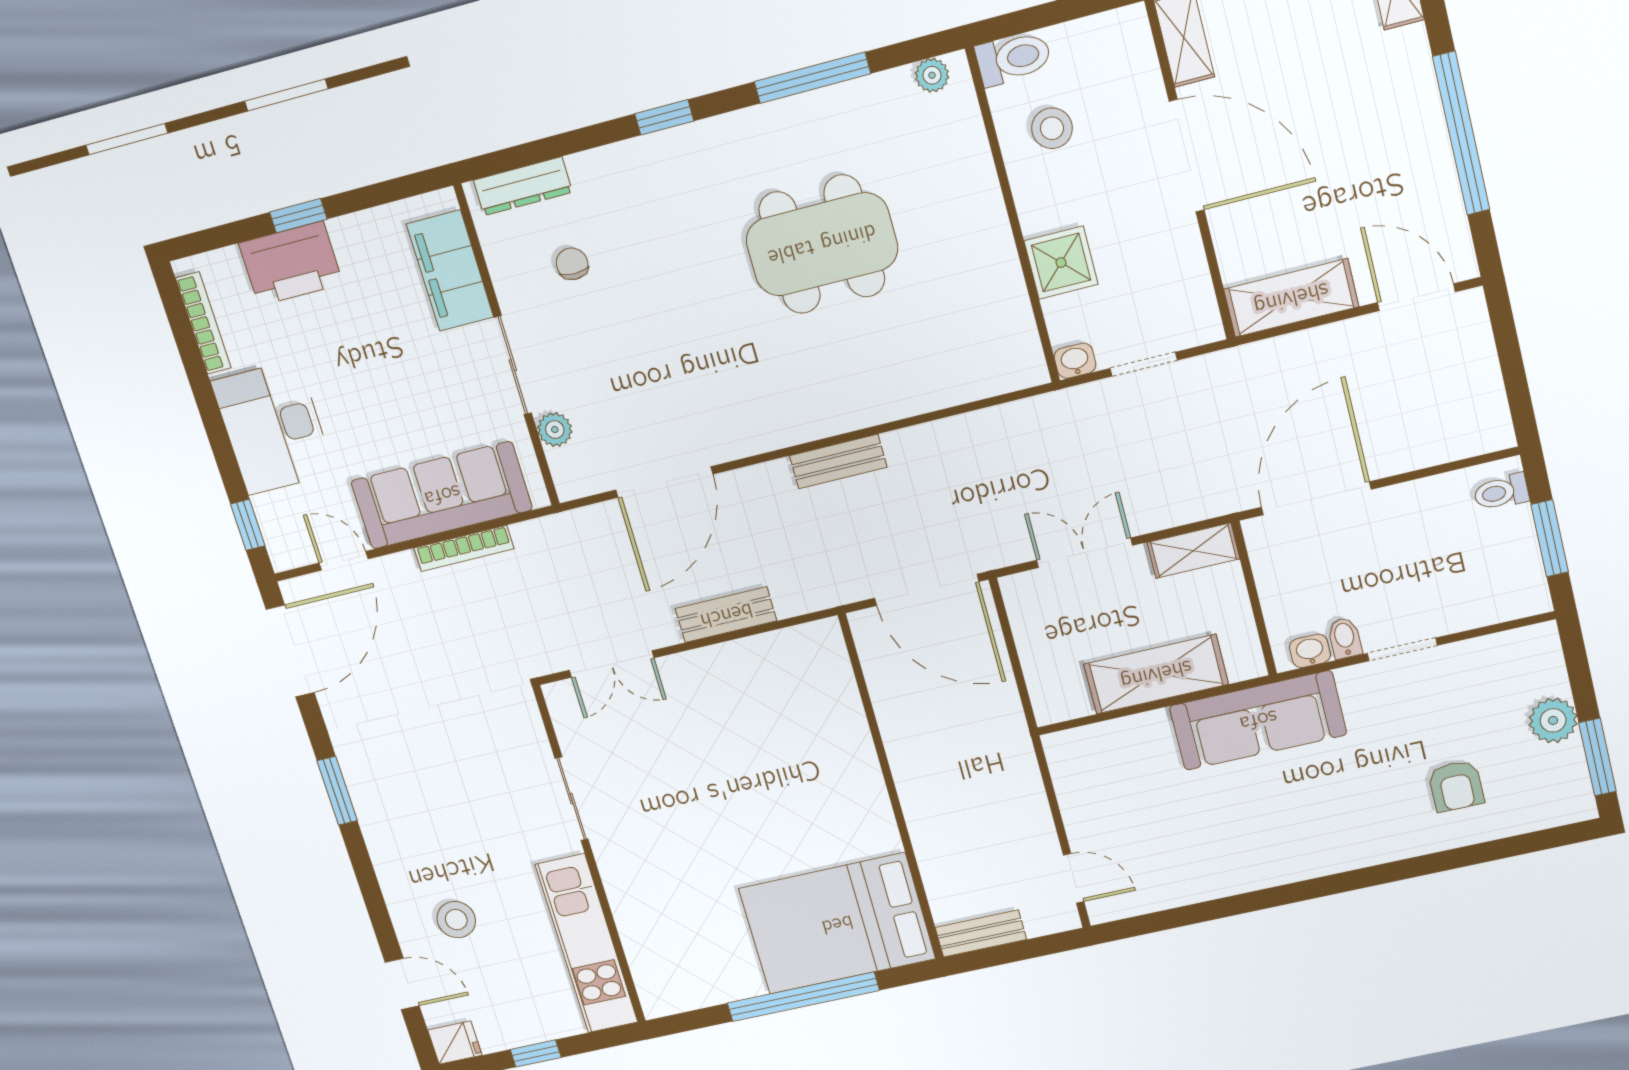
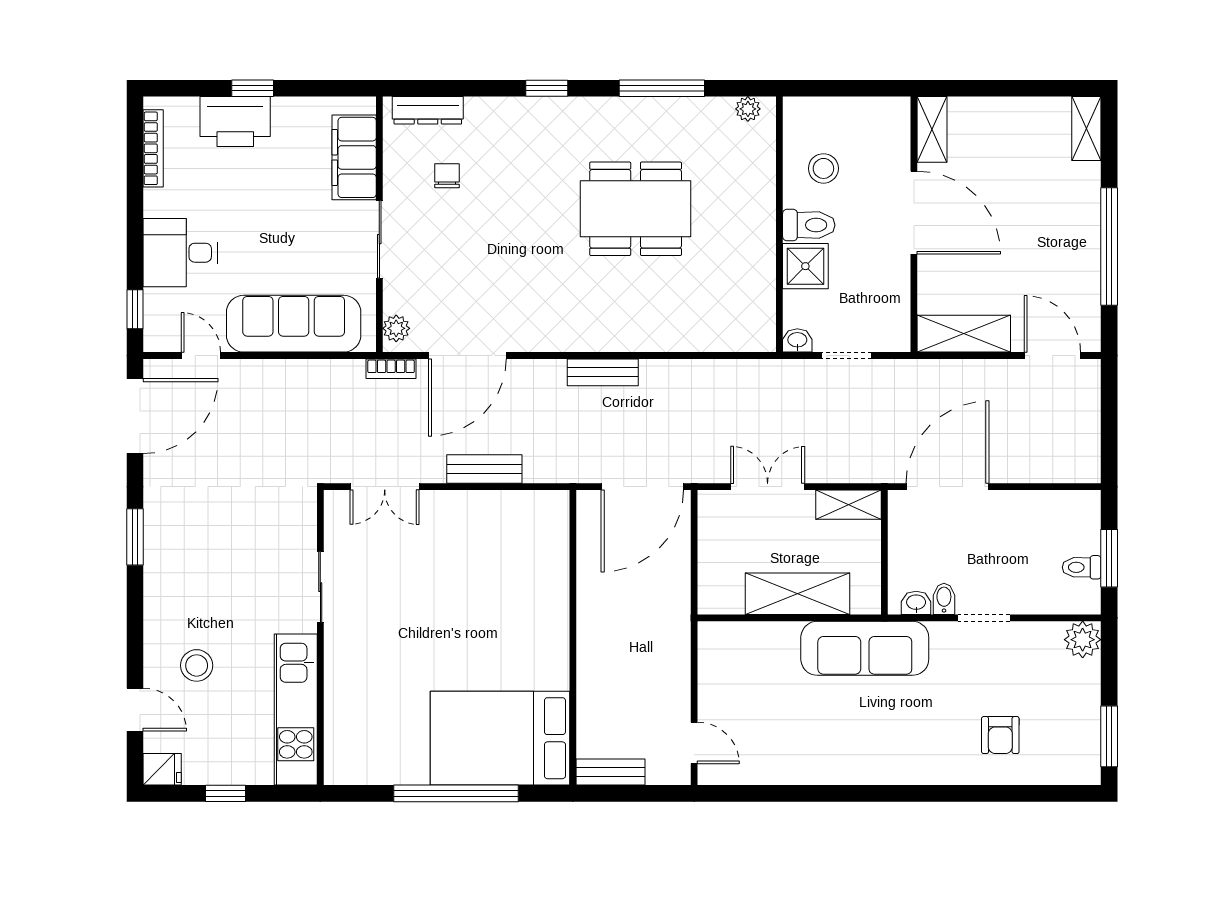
toilet: (1013, 58) -> (809, 225), moved
desk: (273, 427) -> (180, 253), width x0.73
plant: (555, 430) -> (396, 328), moved
toilet: (1501, 492) -> (1082, 567), moved
bookcase: (464, 548) -> (391, 369), moved, width x0.64
door: (927, 590) -> (642, 487), hinge flipped
plant: (1553, 720) -> (1083, 640), moved

